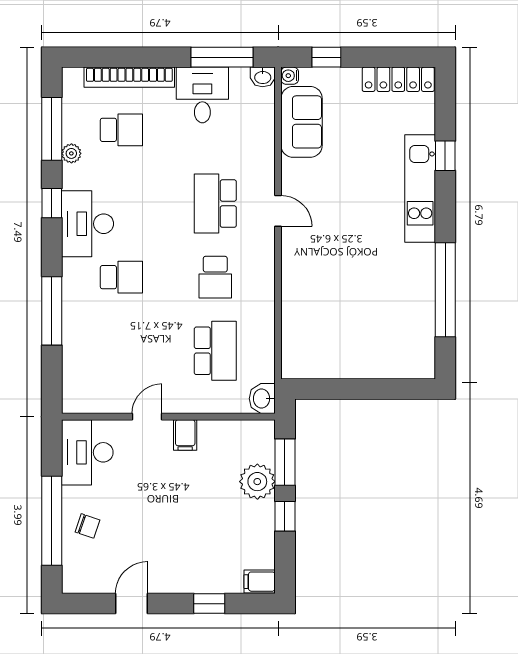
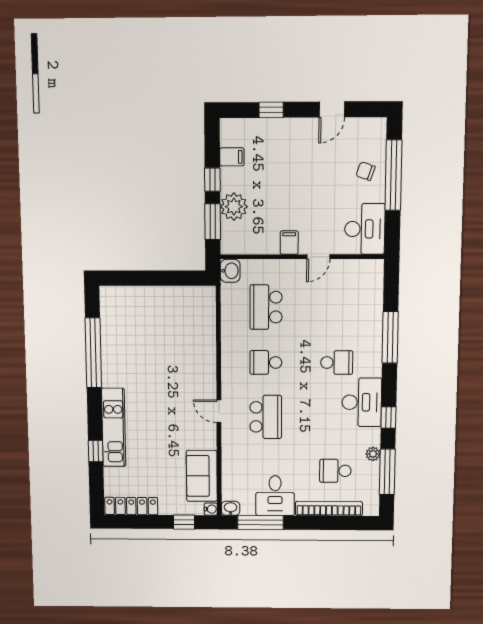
school desk: (121, 277) -> (337, 363), turned 180
school desk: (215, 277) -> (266, 362), turned -90
filing cabinet: (260, 582) -> (232, 157), moved

